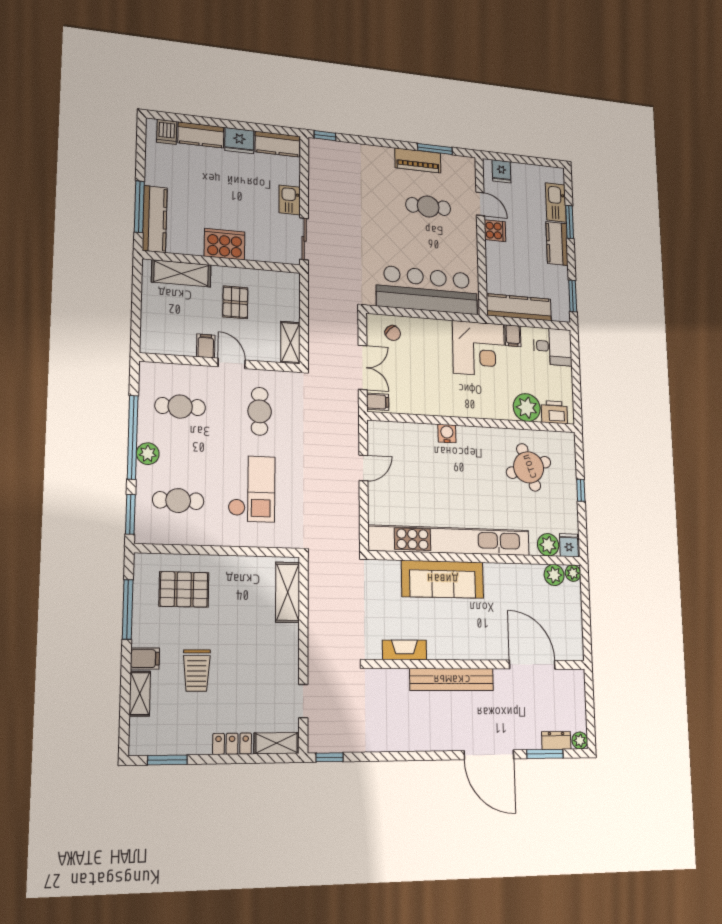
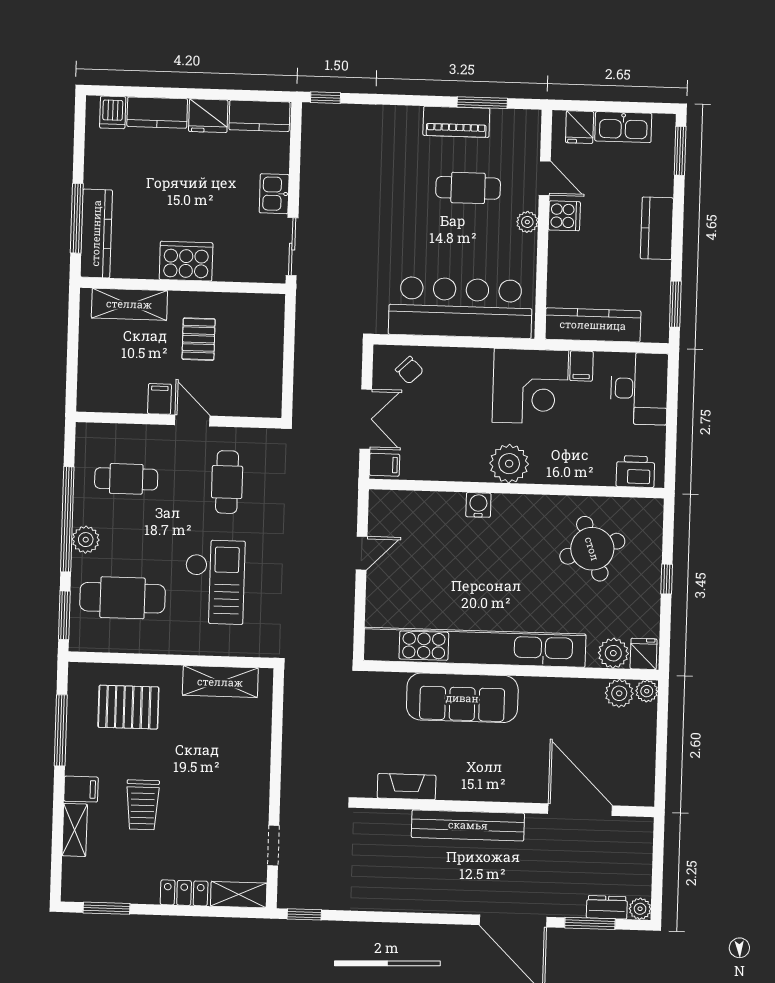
kitchen sink: (556, 202) -> (623, 127), moved, turned -90
window: (570, 222) -> (680, 151), moved
plant: (470, 233) -> (527, 222), added
shelving: (290, 343) -> (270, 390), removed
desk: (553, 347) -> (639, 389), width x1.37
plant: (527, 408) -> (509, 464), moved
cafe table: (178, 501) -> (122, 598), width x1.37, depth x1.35
shelving: (288, 592) -> (220, 682), moved, turned 90

